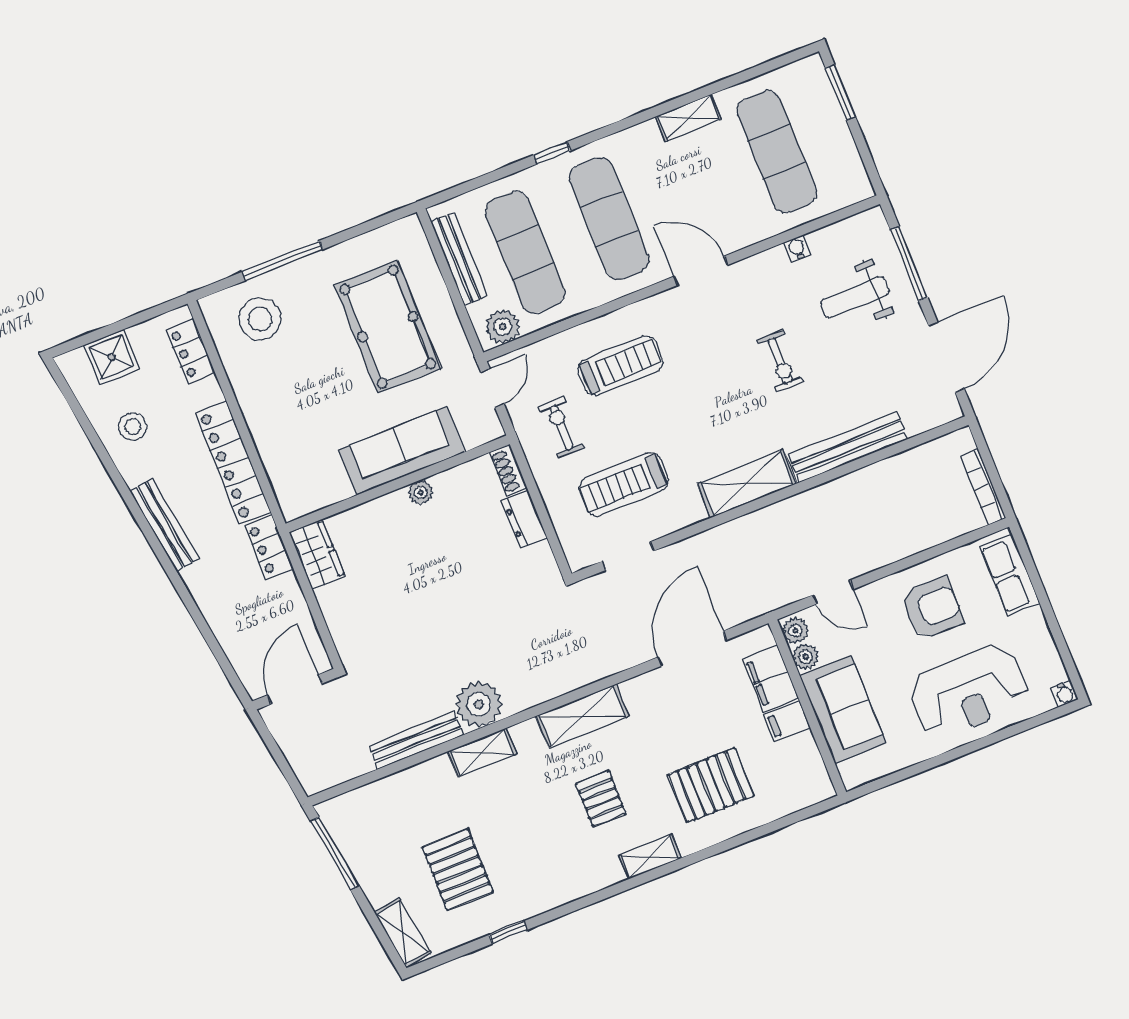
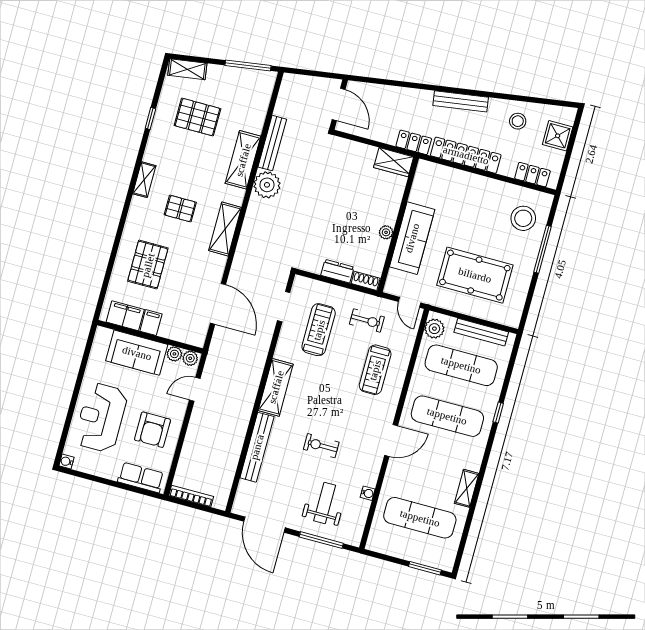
filing cabinet: (770, 679) -> (125, 316), moved
shelving: (482, 753) -> (243, 160), width x1.50, depth x1.33
shelving: (650, 857) -> (144, 180), moved

